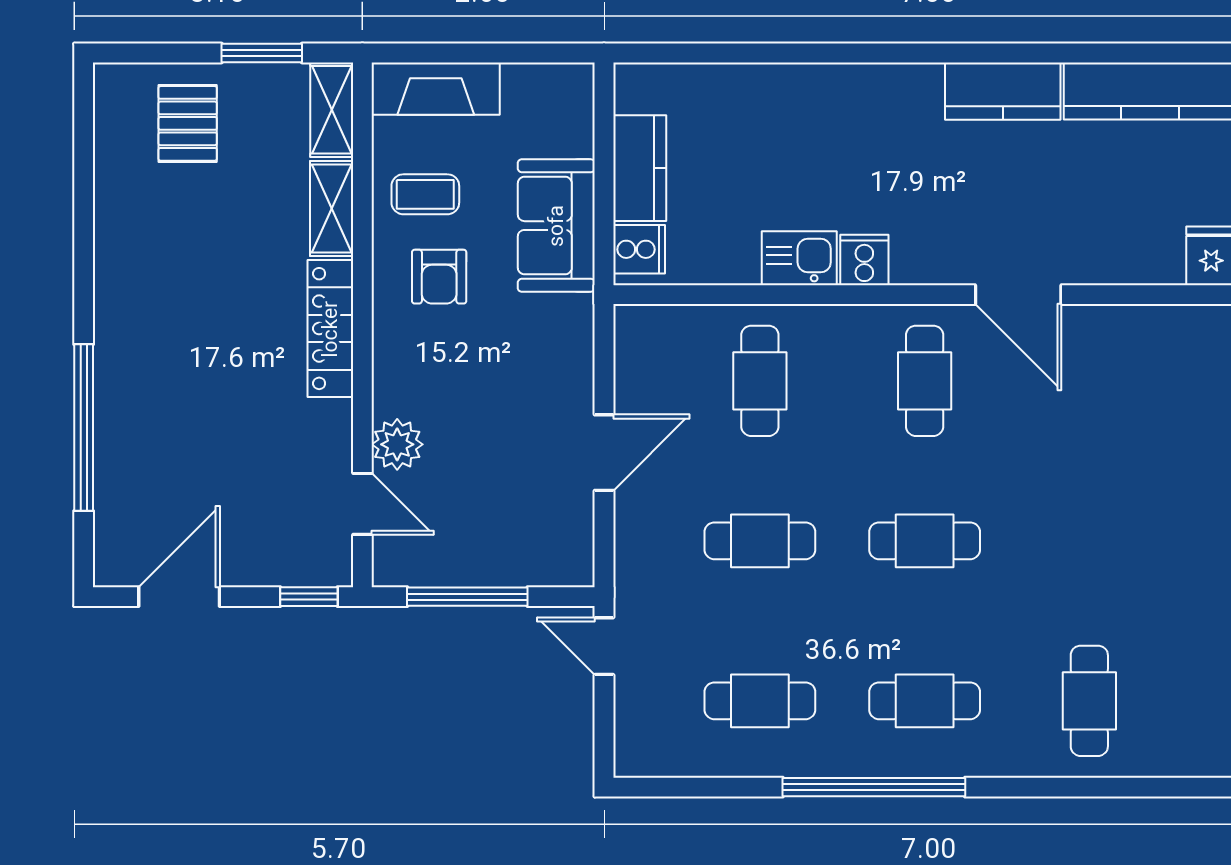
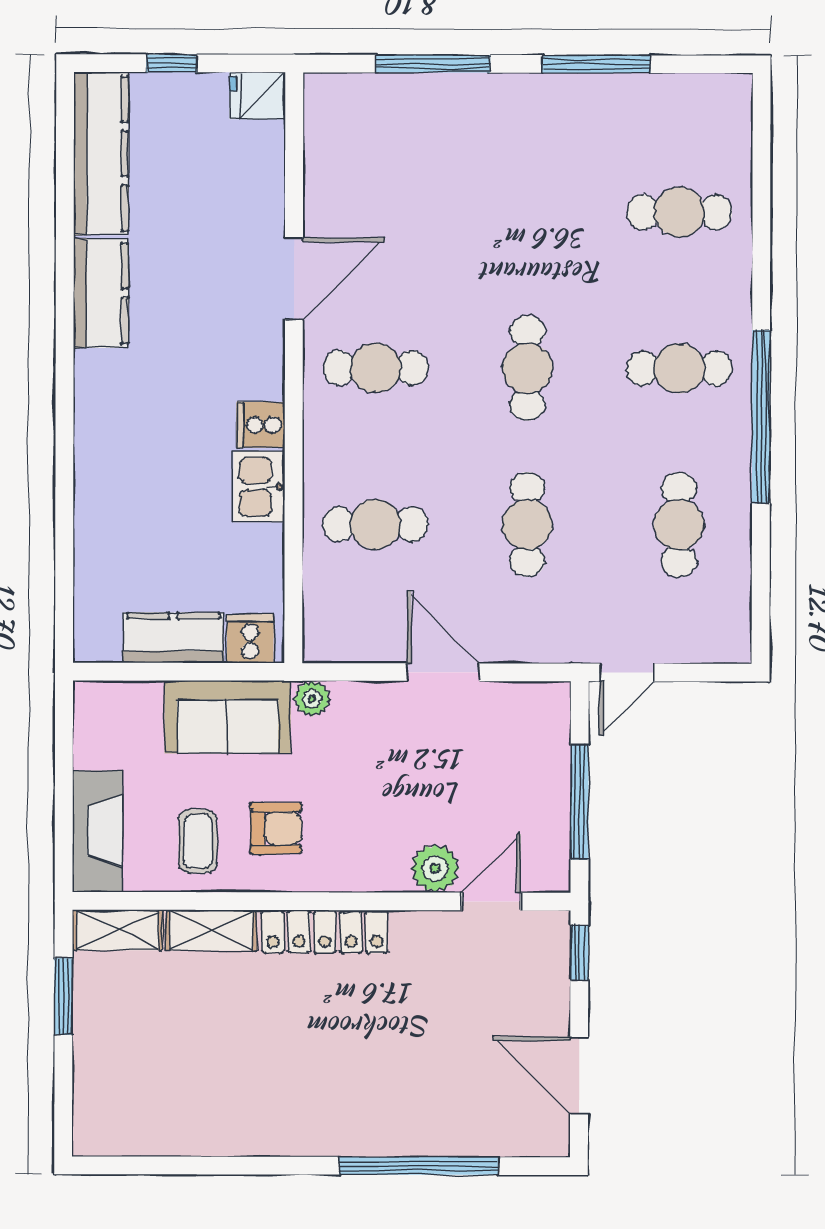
pallet: (188, 123) -> (130, 1067), removed
plant: (576, 314) -> (312, 699), added
cafe table: (925, 701) -> (679, 368), turned 90

